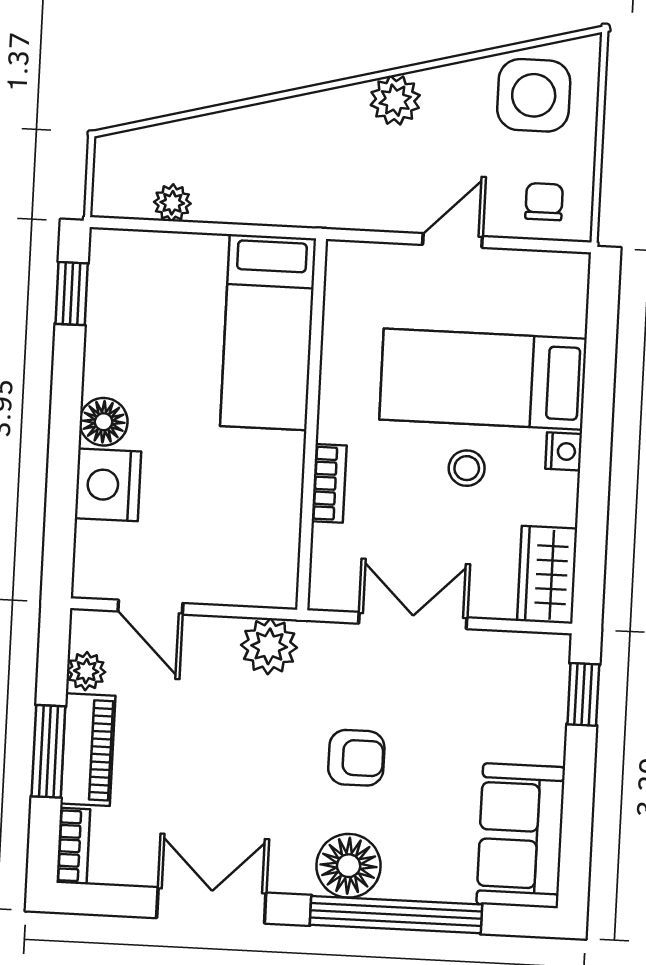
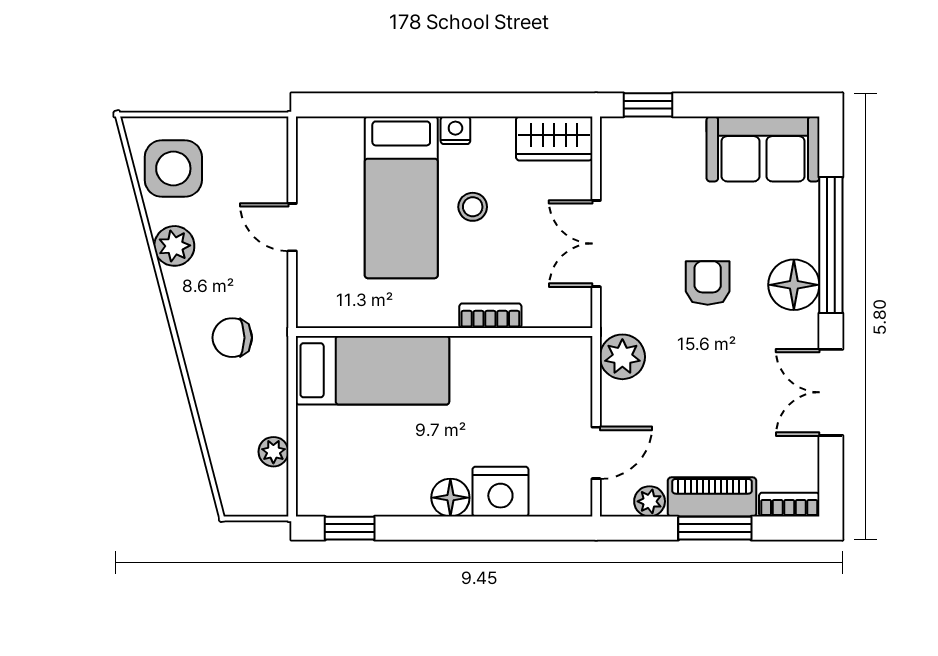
plant: (395, 100) -> (174, 246), moved
chair: (544, 202) -> (232, 338), moved, width x1.37, depth x1.37

